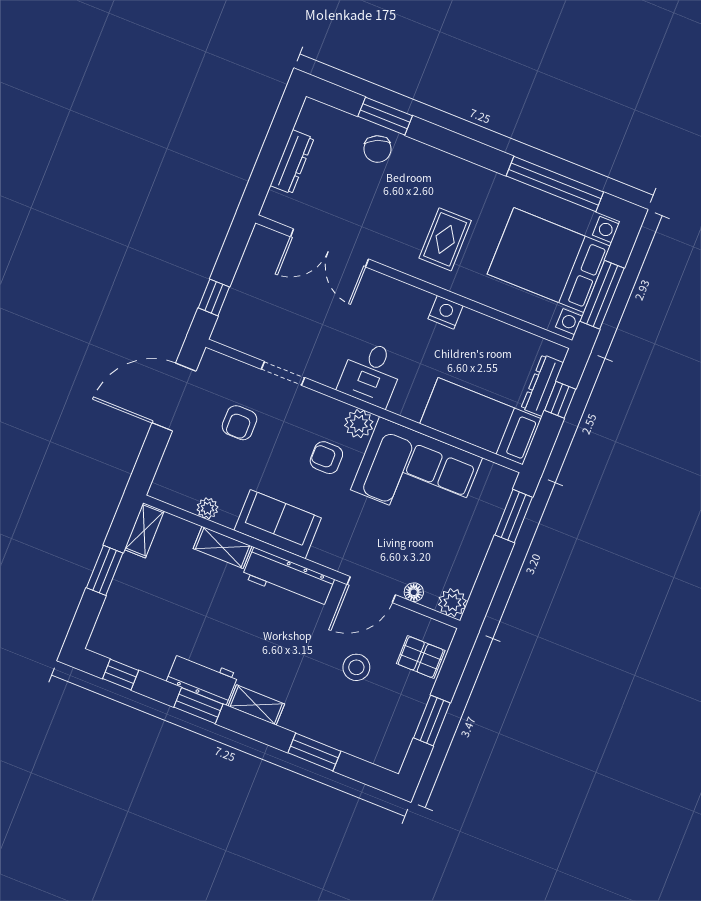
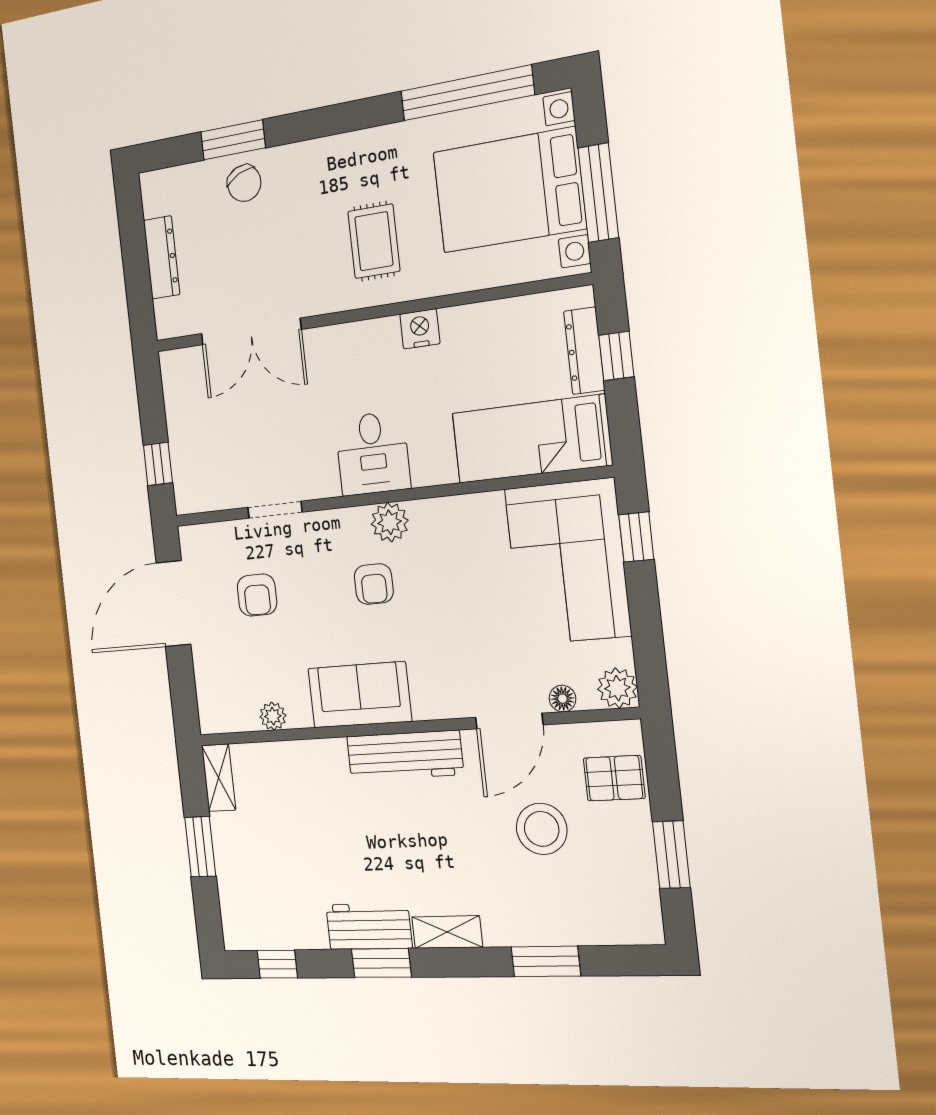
armchair: (326, 458) -> (374, 584), turned -90
corner sofa: (416, 474) -> (568, 562), moved, turned 90
window: (514, 516) -> (636, 537), width x0.67
shelving: (223, 547) -> (312, 755), removed
stool: (356, 667) -> (542, 829), width x1.38, depth x1.38

